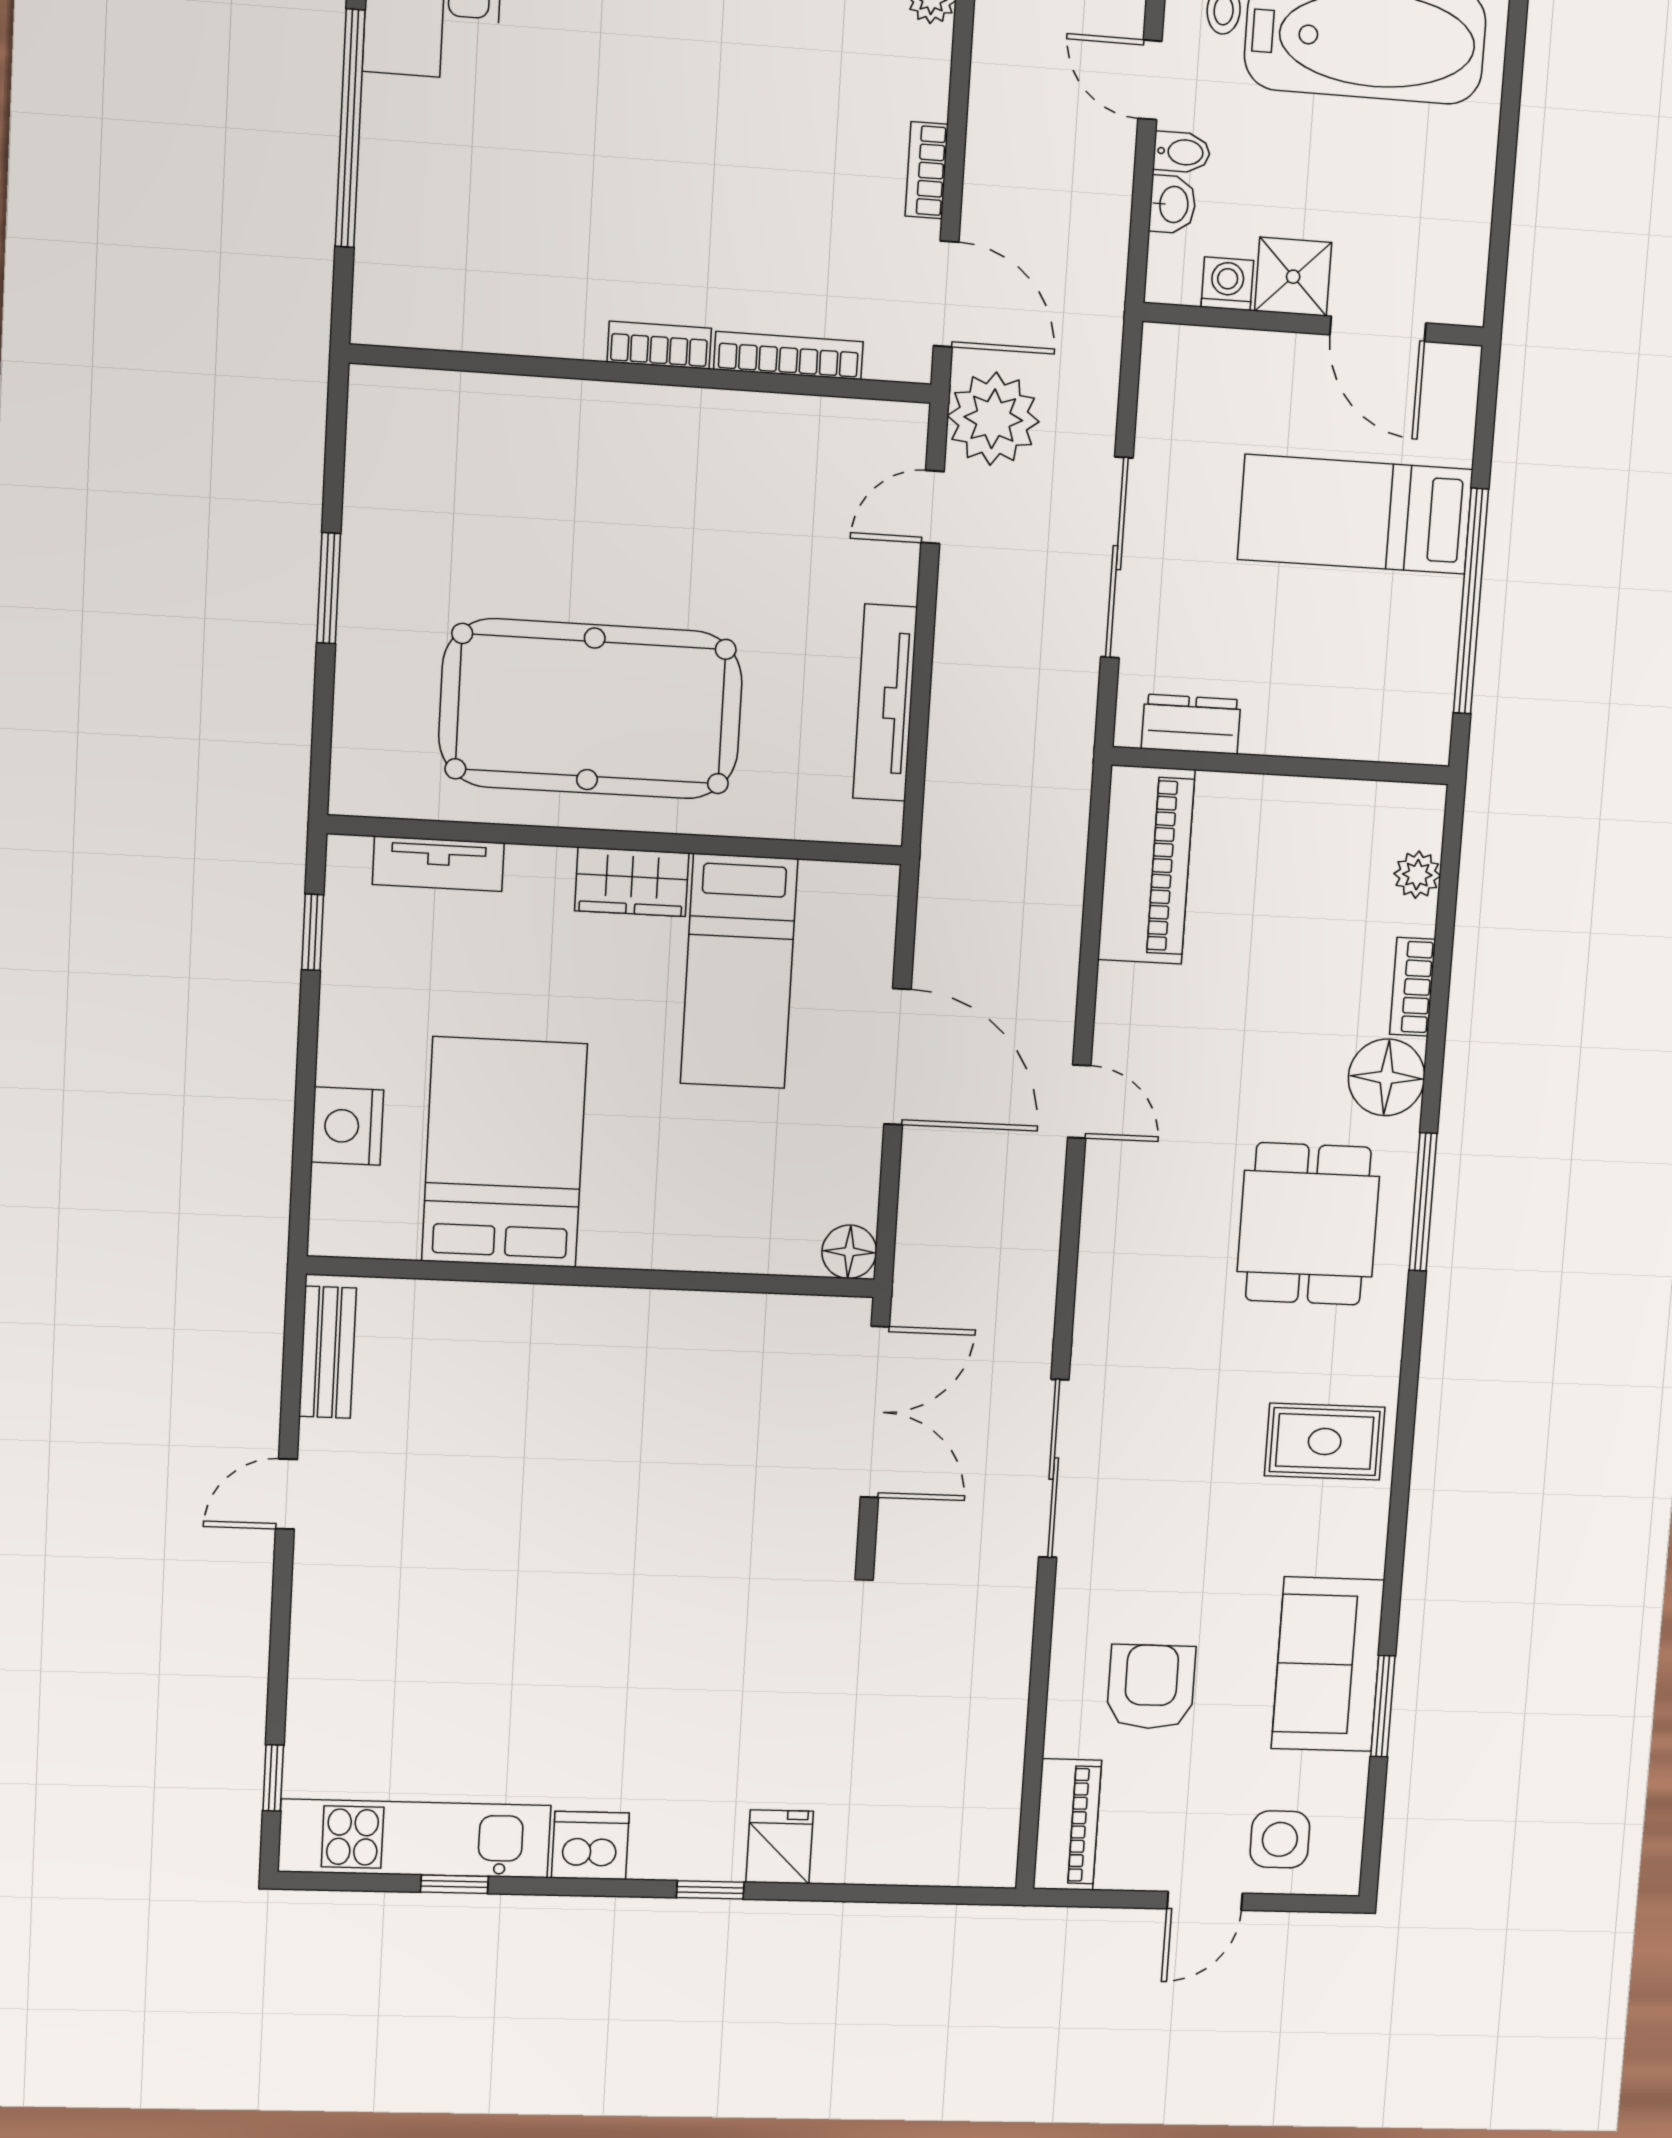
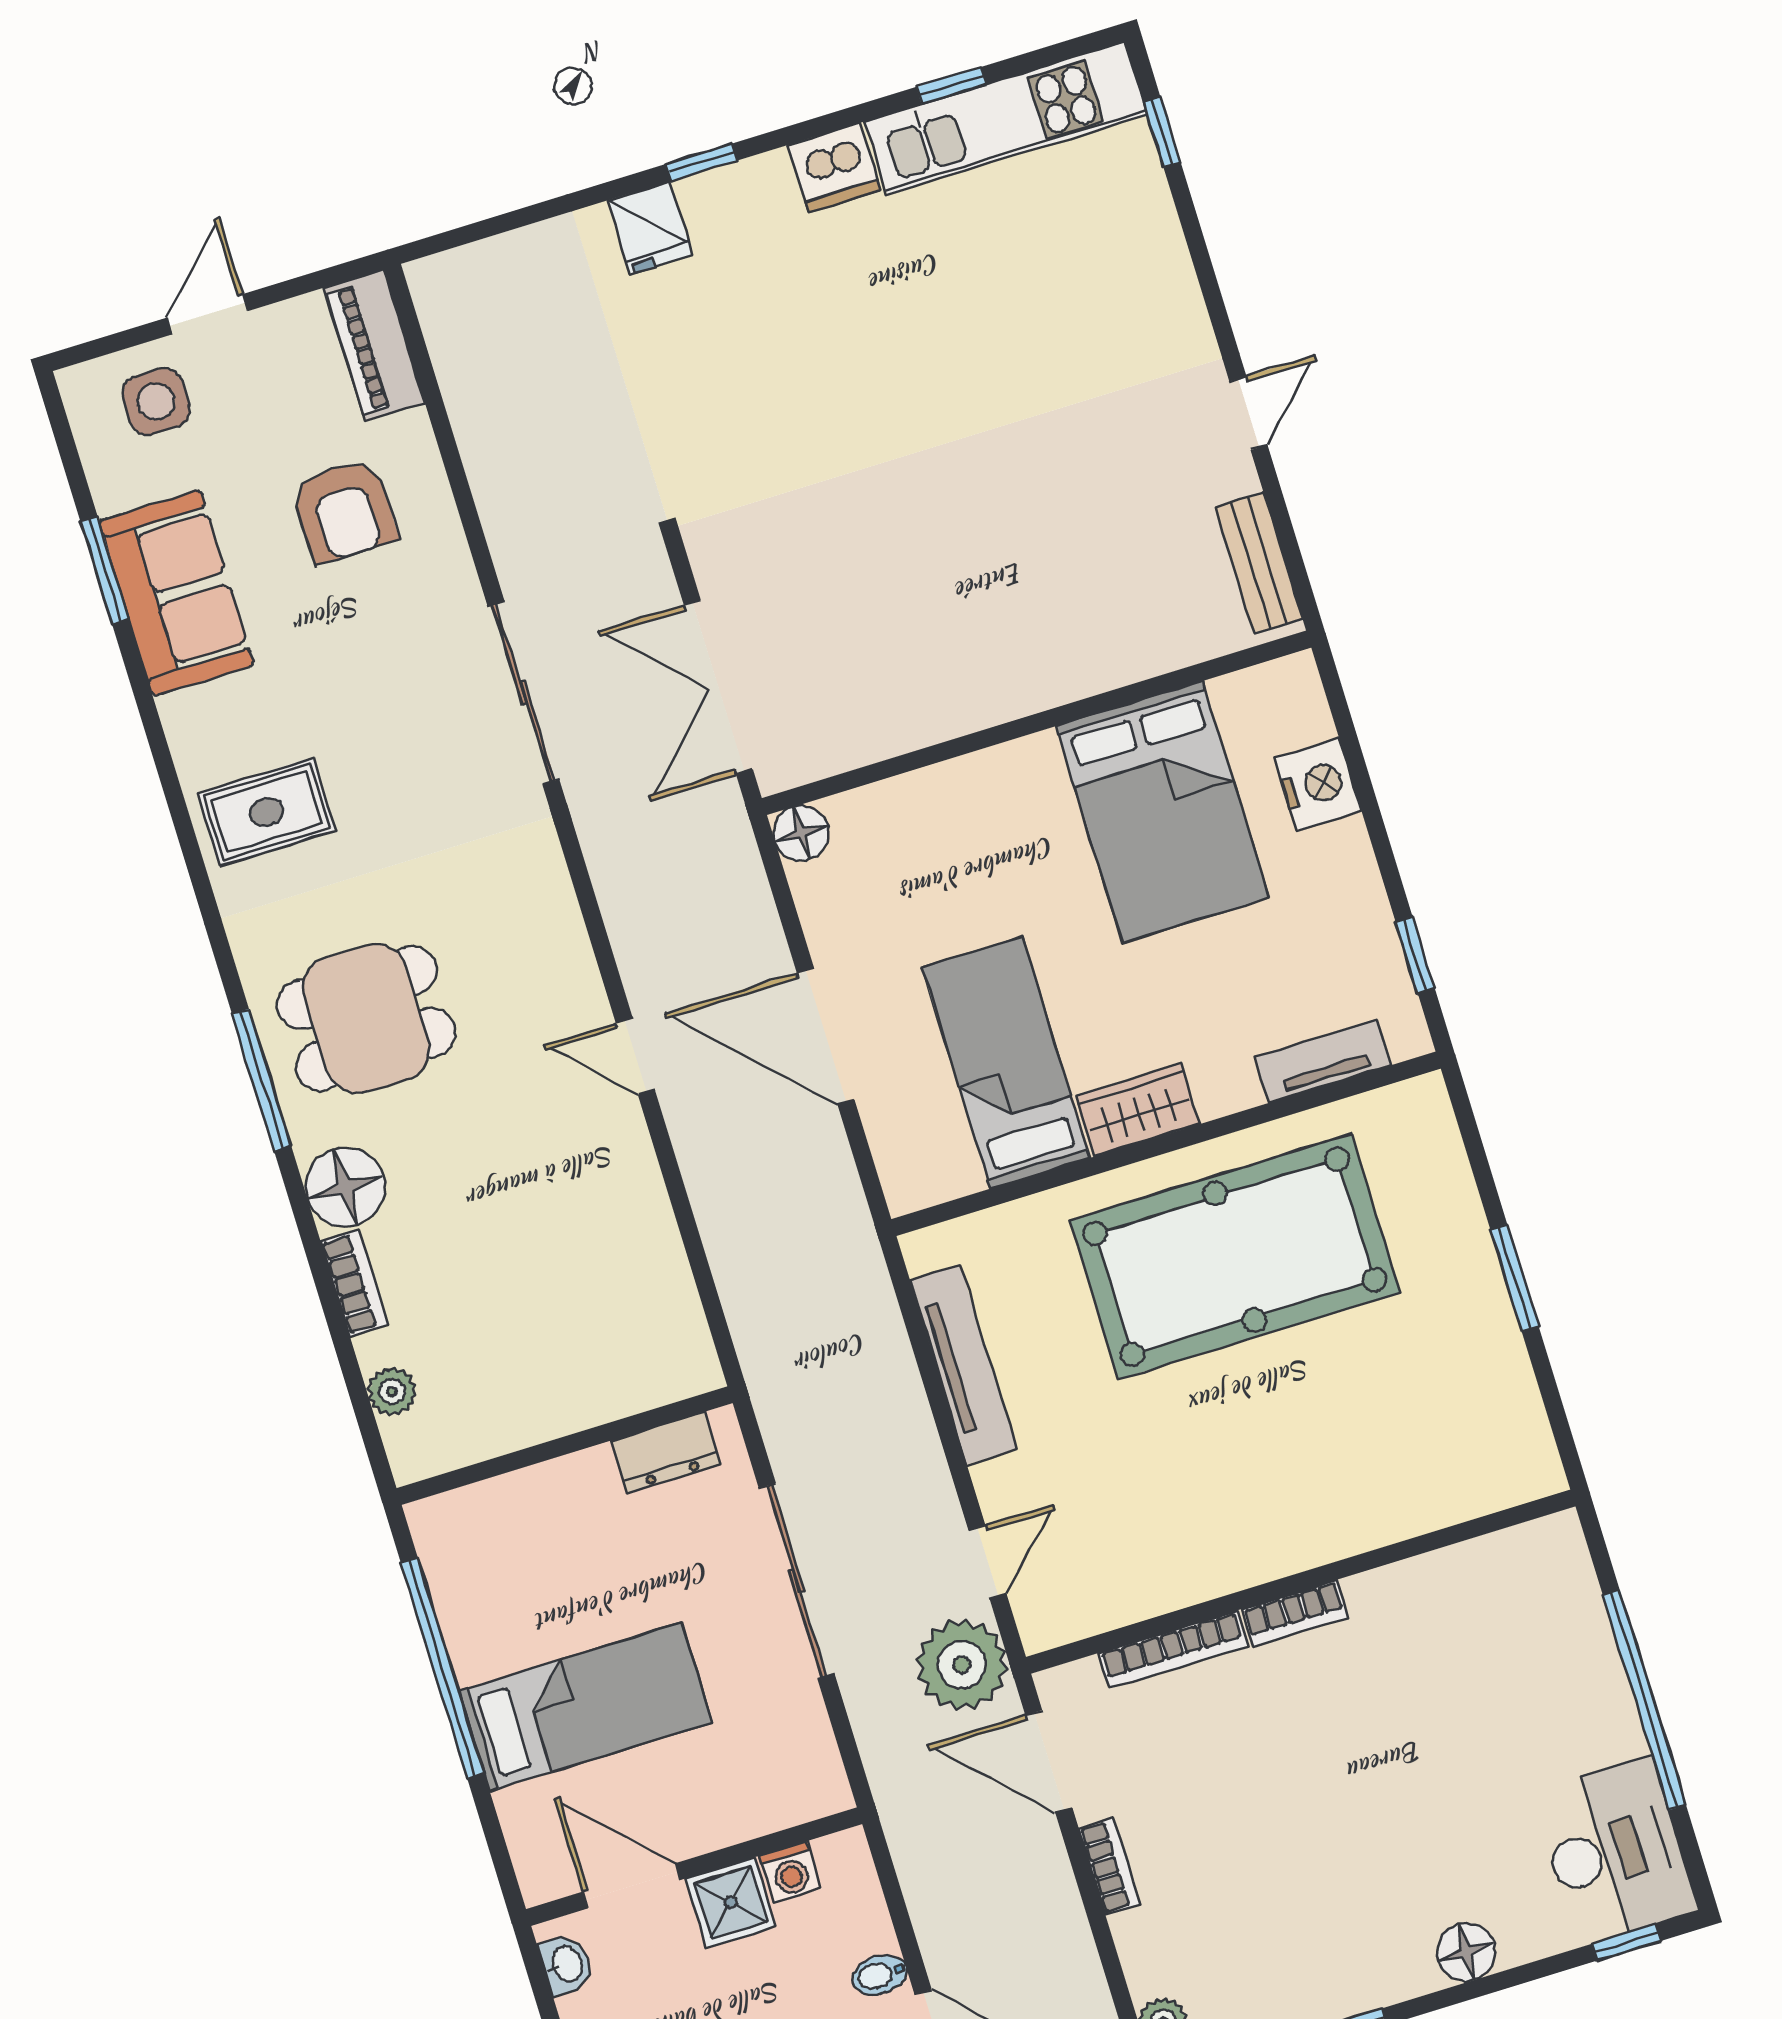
washbasin: (1173, 204) -> (566, 1964), moved, turned 180
piano: (1146, 865) -> (658, 1305), removed
dining table: (1308, 1224) -> (366, 1018), turned 90

